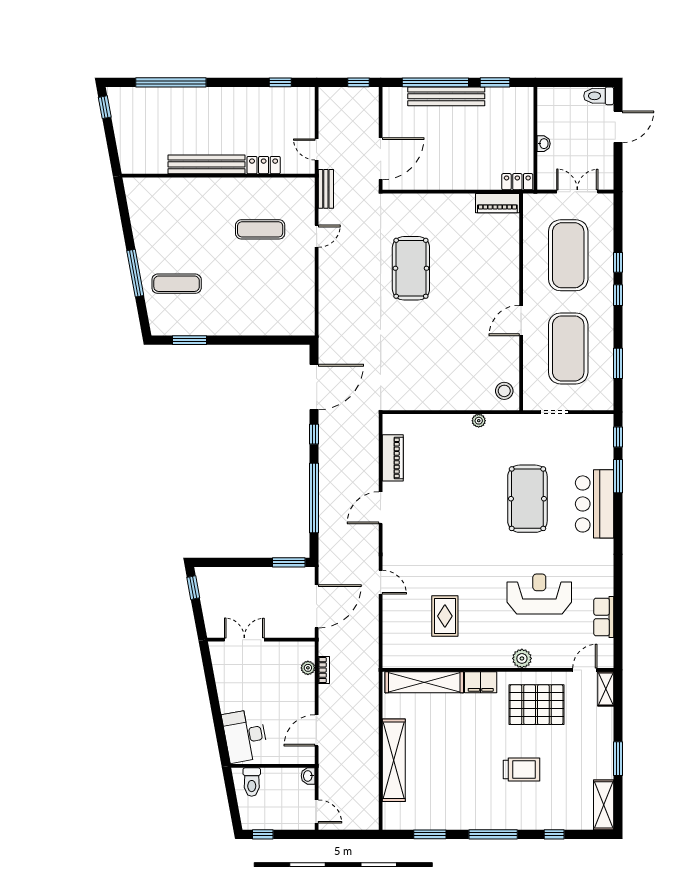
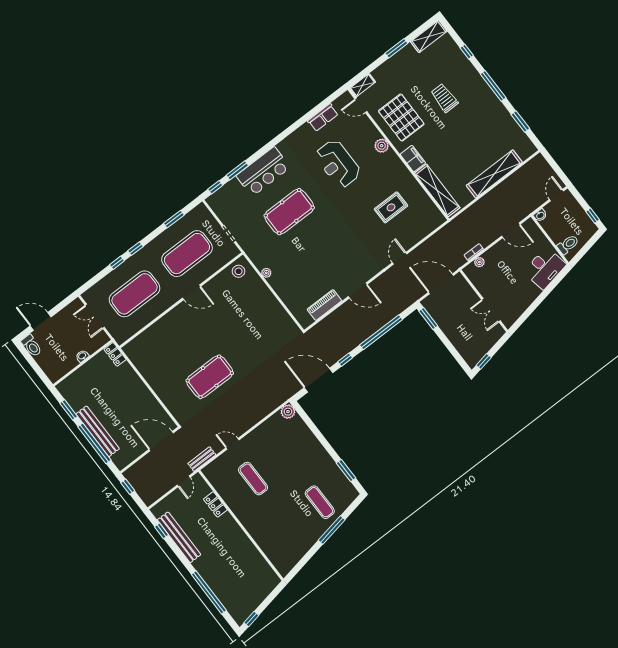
bench: (206, 164) -> (179, 537), moved
piano: (497, 203) -> (136, 356), removed
plant: (305, 326) -> (288, 412), added

